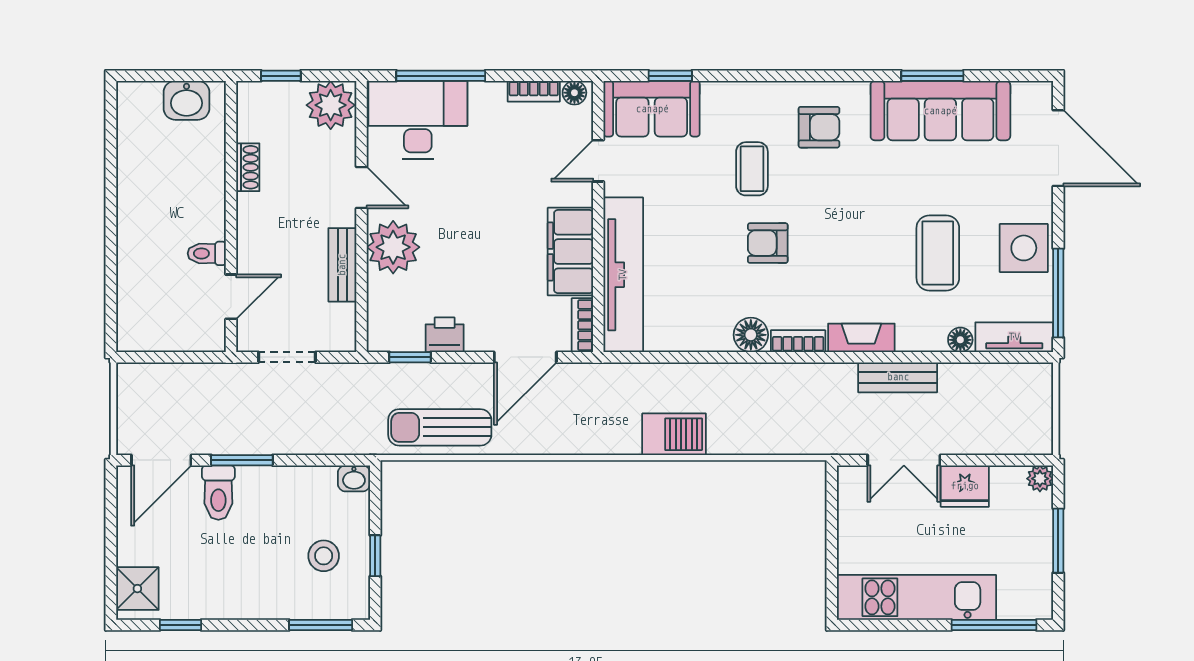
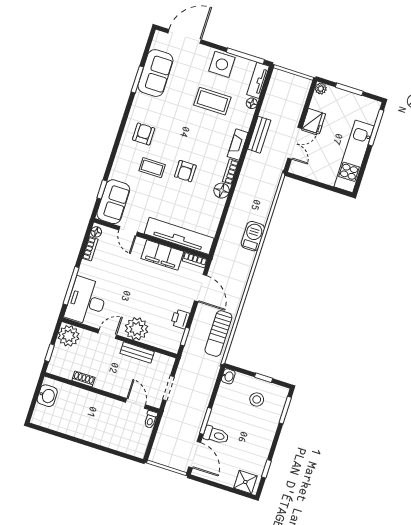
sofa: (940, 111) -> (155, 73), width x0.73
toilet: (207, 253) -> (151, 419), moved

